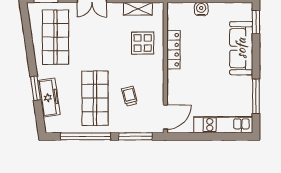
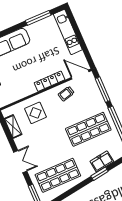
locker: (173, 50) -> (49, 81), moved
trolley: (130, 96) -> (66, 94), moved
freezer: (49, 98) -> (102, 161), width x0.71

